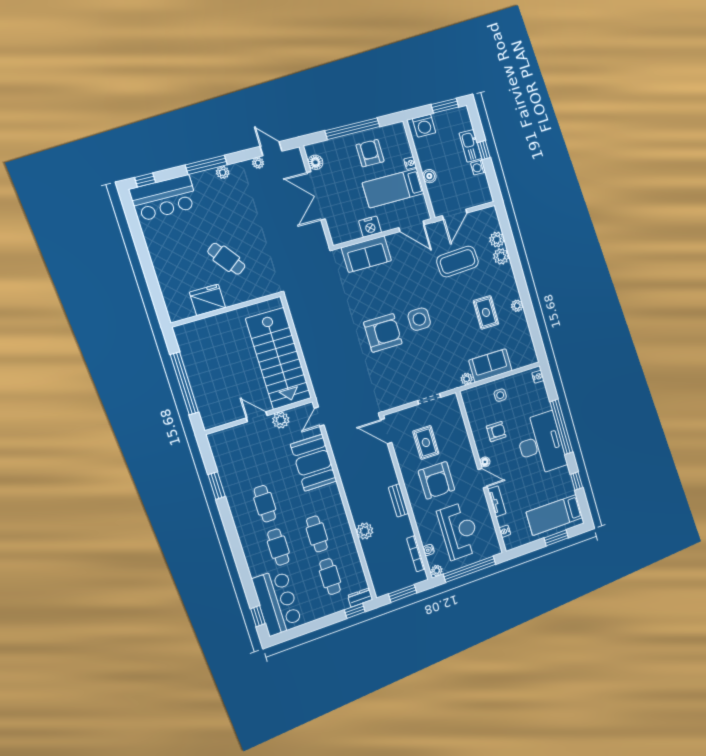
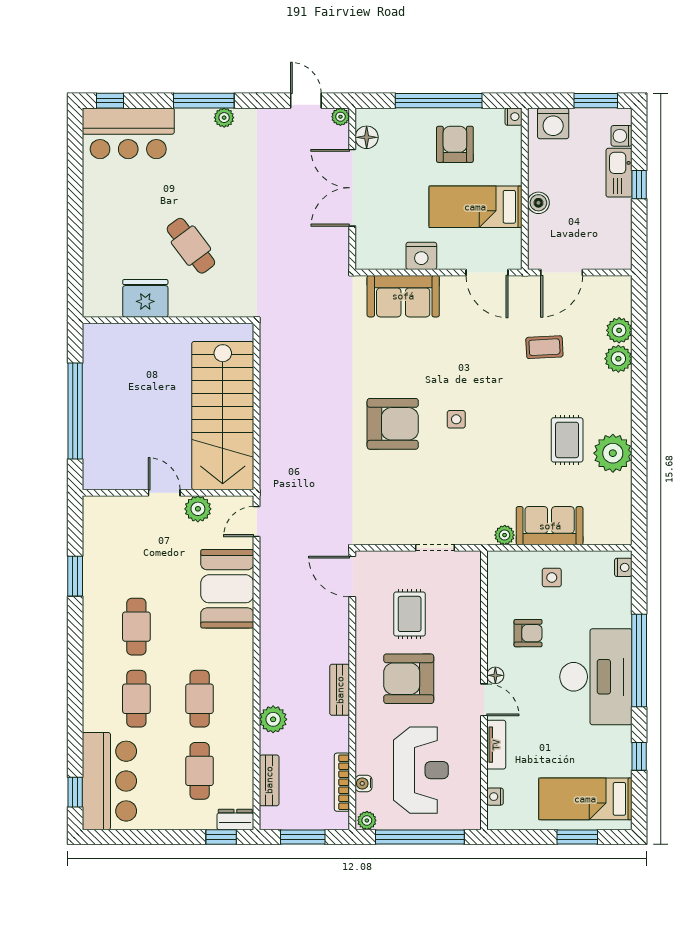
plant: (258, 163) -> (340, 117), moved
nightstand: (410, 163) -> (513, 117), moved
washing machine: (478, 168) -> (622, 136), moved
coffee table: (458, 262) -> (544, 347), width x0.54, depth x0.58
plant: (517, 306) -> (613, 453), width x1.87, depth x1.87
side table: (419, 319) -> (456, 419), width x0.54, depth x0.54
armchair: (437, 480) -> (409, 679), turned 90
bench: (373, 568) -> (269, 780), added

